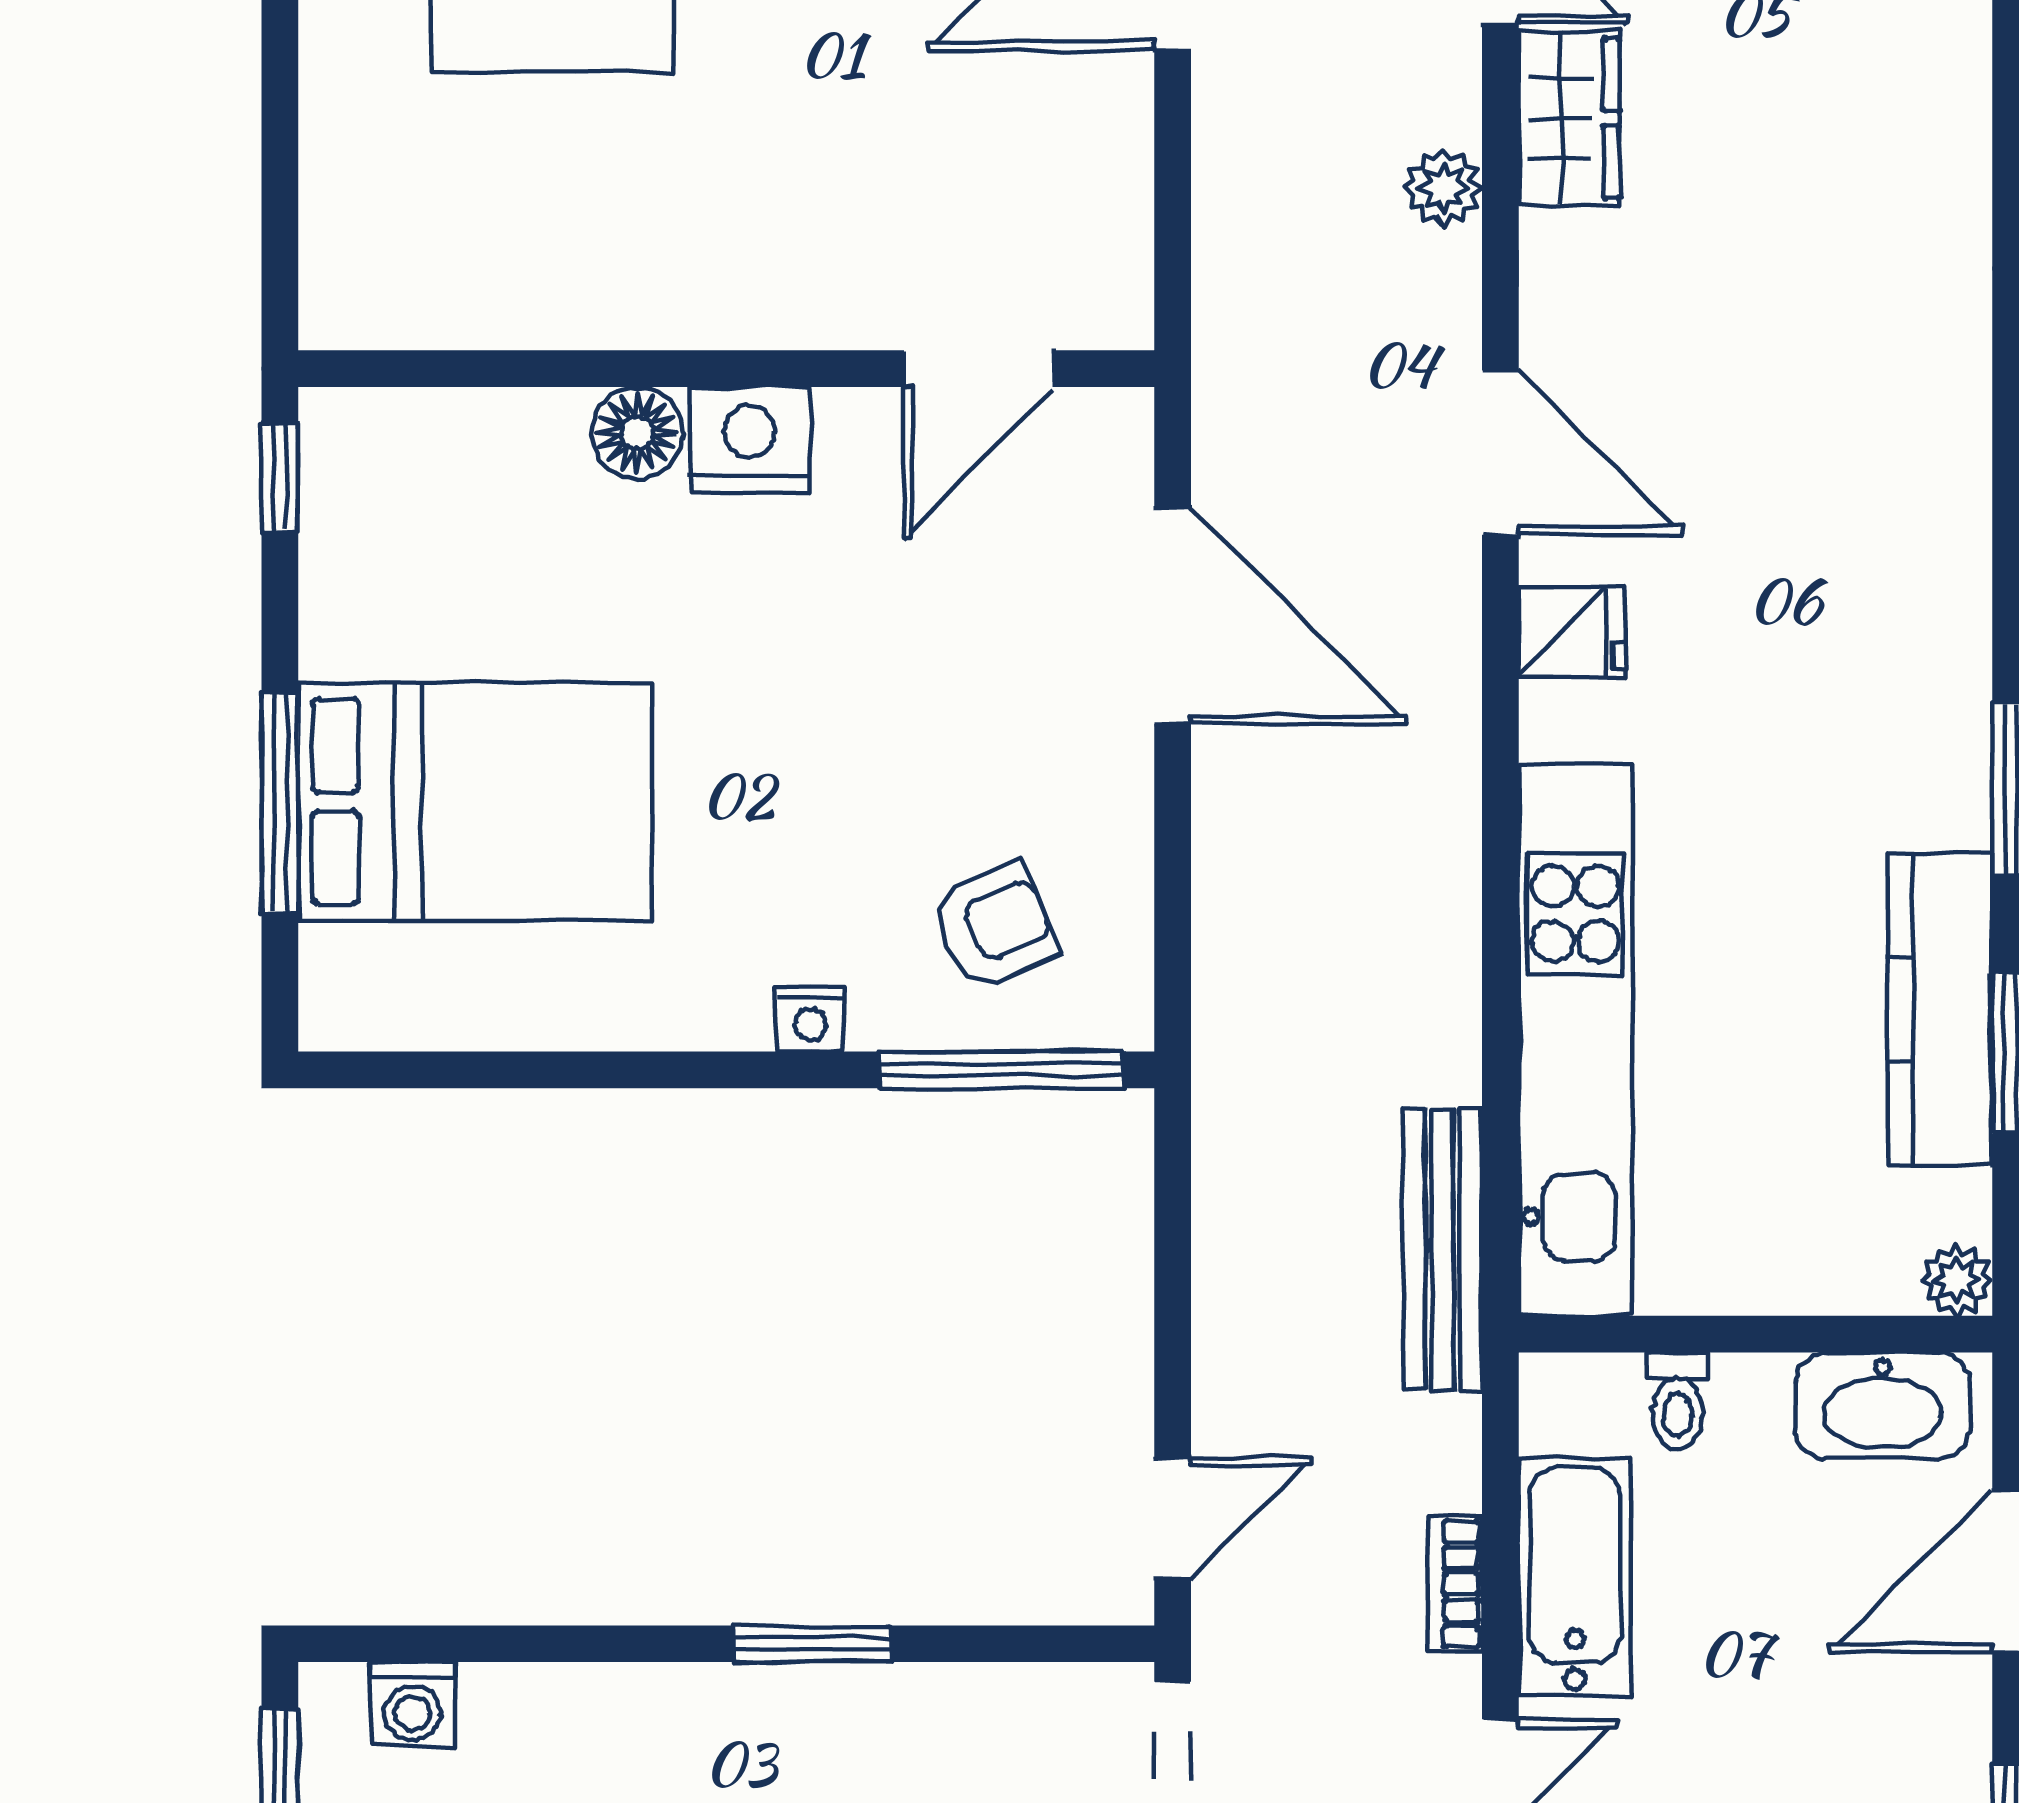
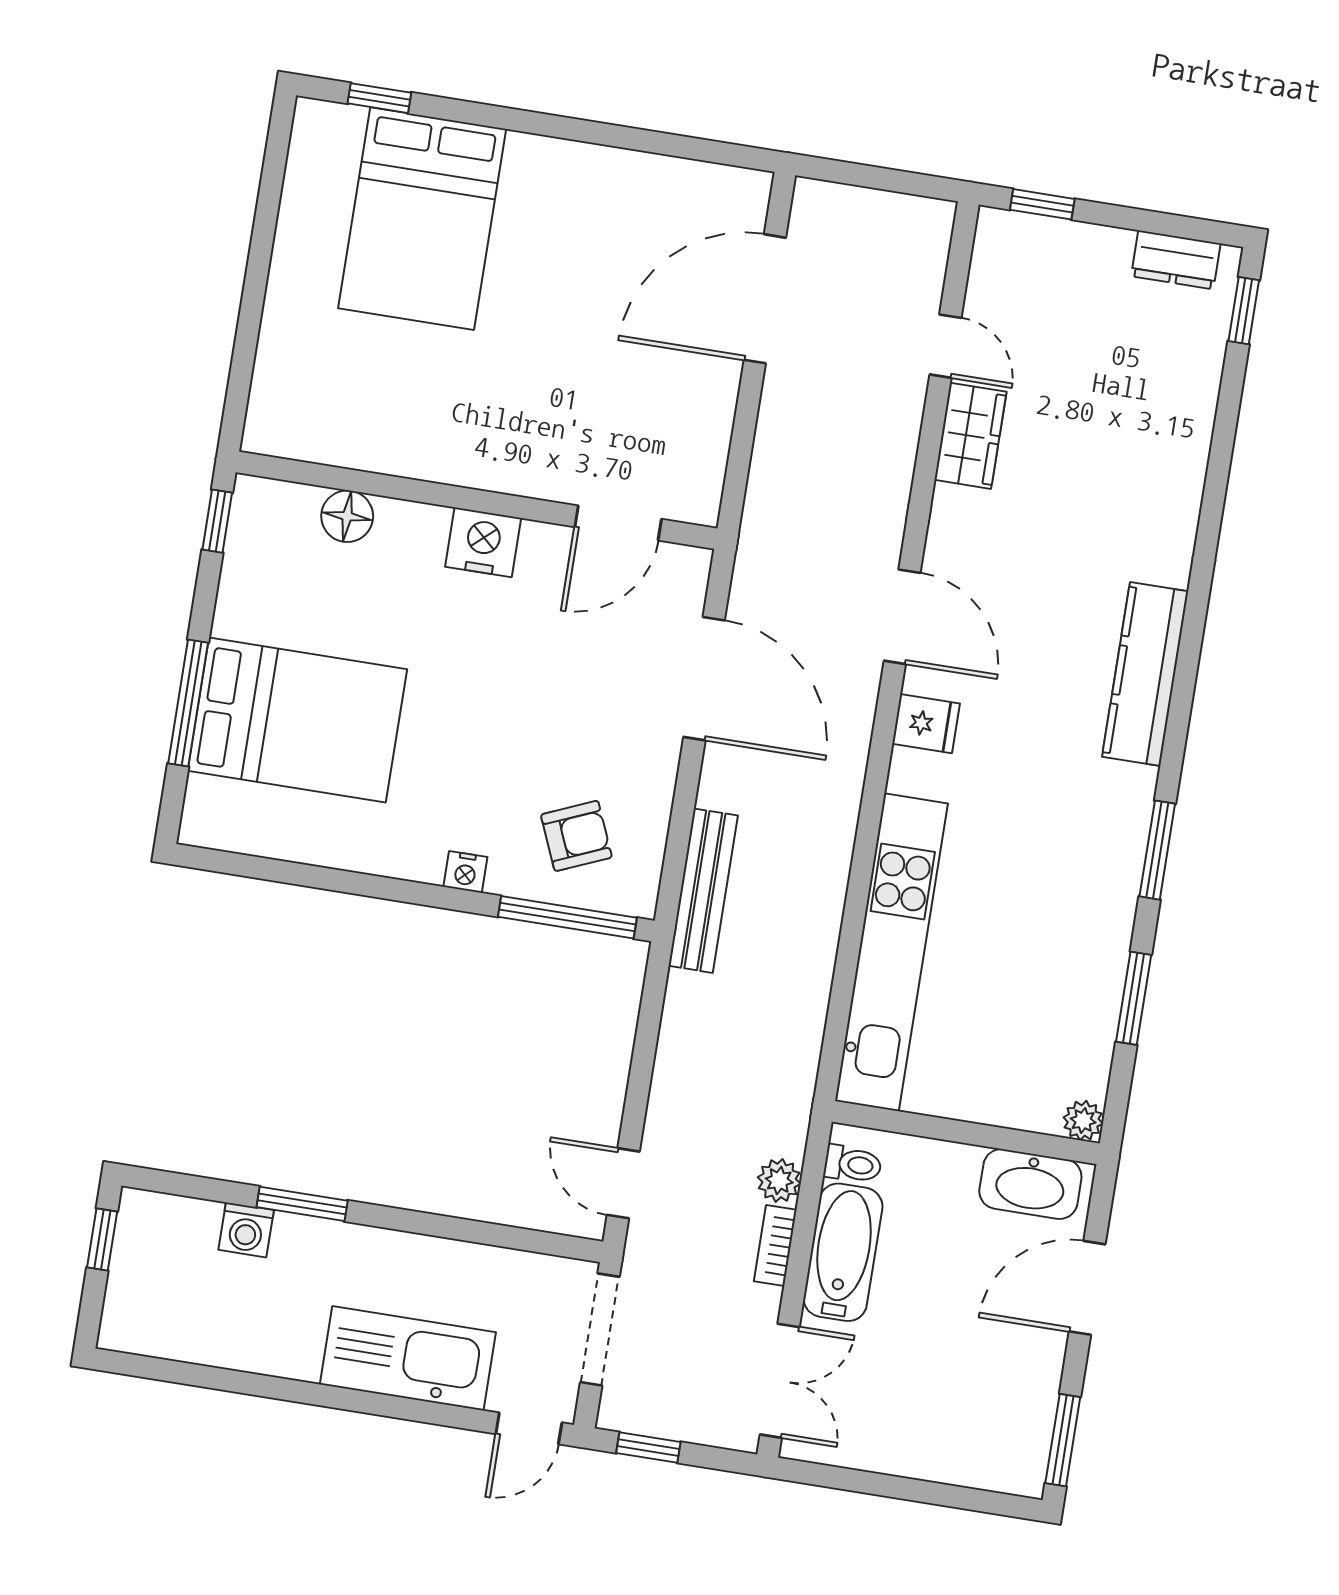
plant: (1444, 188) -> (779, 1181), moved
floor lamp: (637, 432) -> (347, 516), moved
kitchen counter: (1940, 1009) -> (1145, 674), moved
bench: (1443, 1249) -> (703, 891), moved
toilet: (1678, 1401) -> (853, 1164), moved, turned -90
door: (1173, 1518) -> (623, 1183), swing flipped
window: (812, 1644) -> (302, 1204), moved
washing machine: (413, 1705) -> (246, 1230), moved

